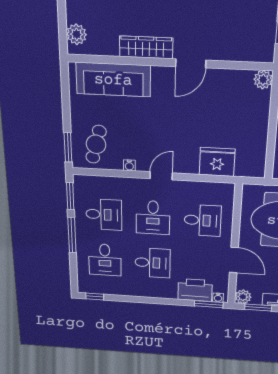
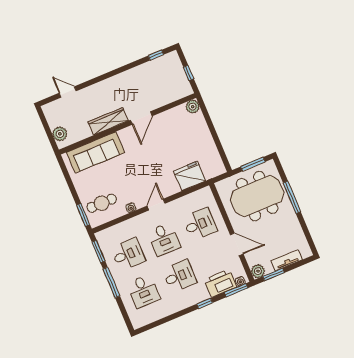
cafe table: (96, 144) -> (102, 203), turned 75
window: (95, 297) -> (205, 303), moved

